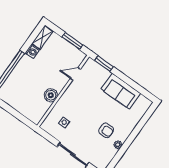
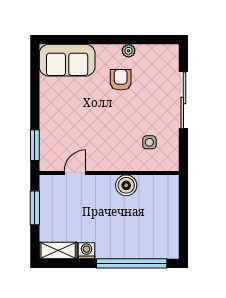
door: (75, 74) -> (75, 173), swing flipped
sofa: (121, 91) -> (67, 60), moved, turned 90

